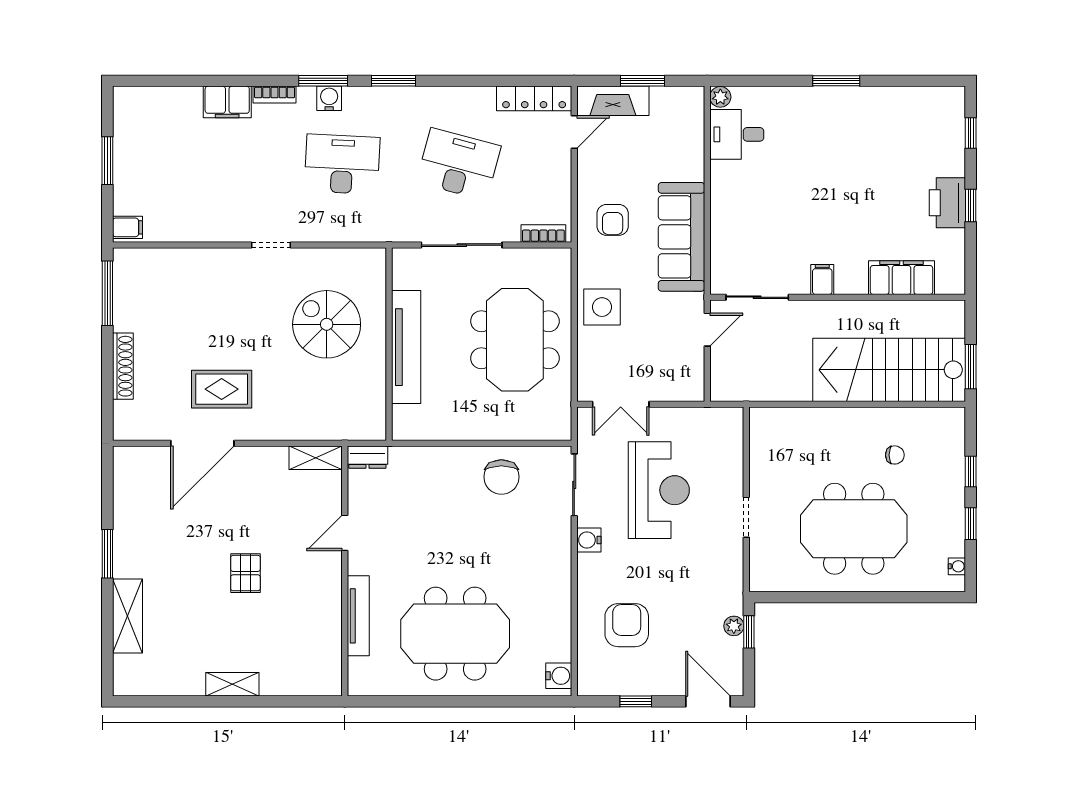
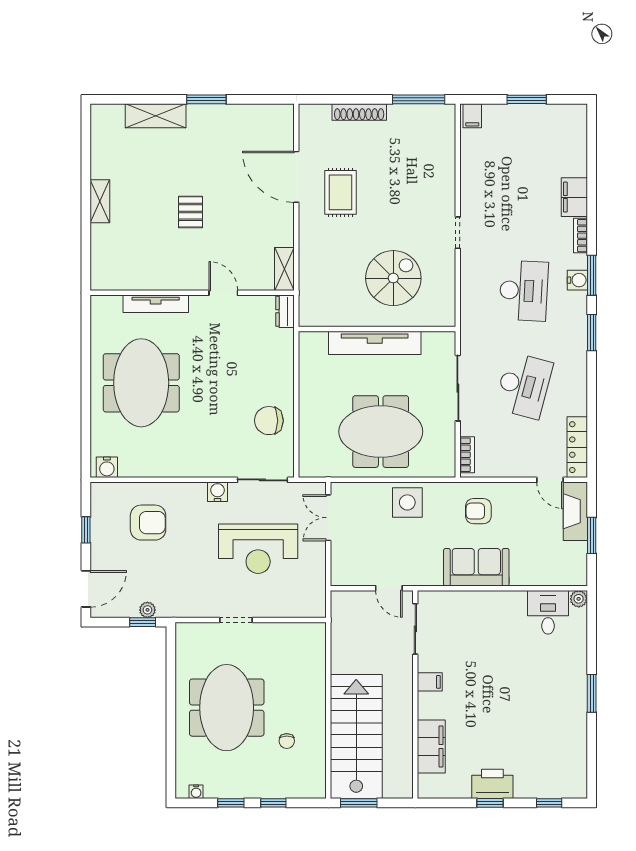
sofa: (681, 237) -> (476, 567), width x0.73
pallet: (245, 573) -> (191, 212), turned 90

